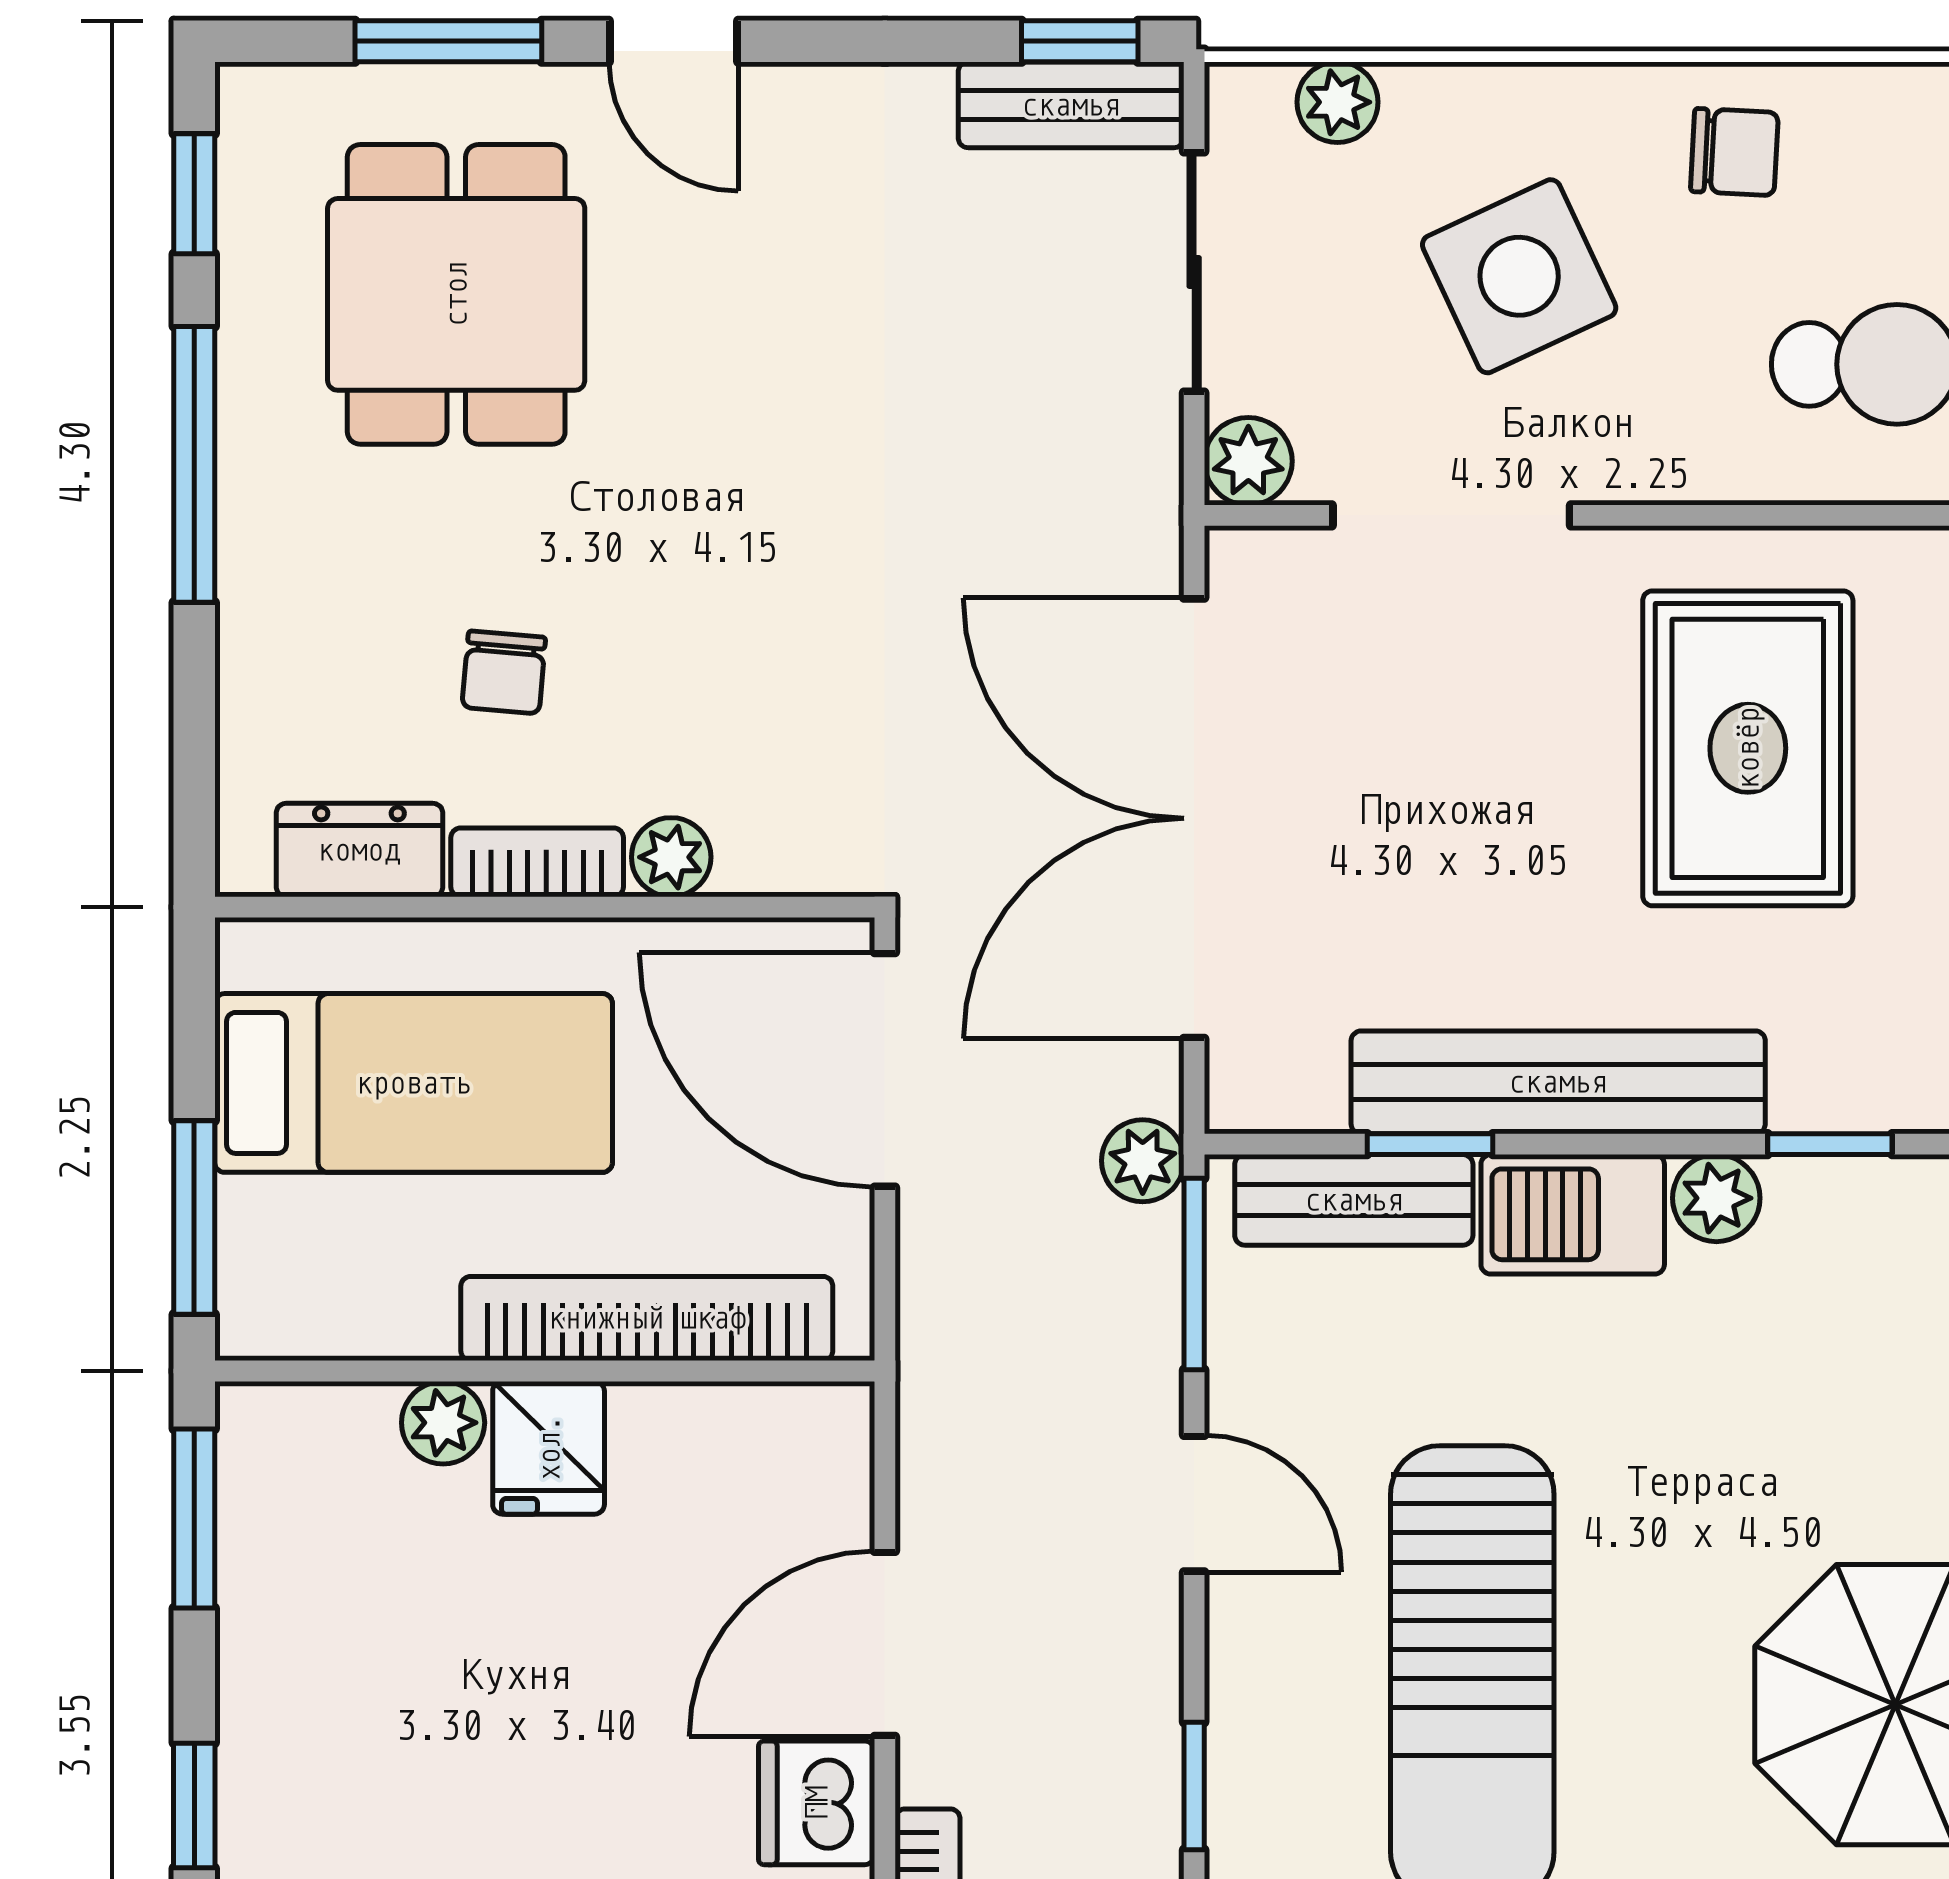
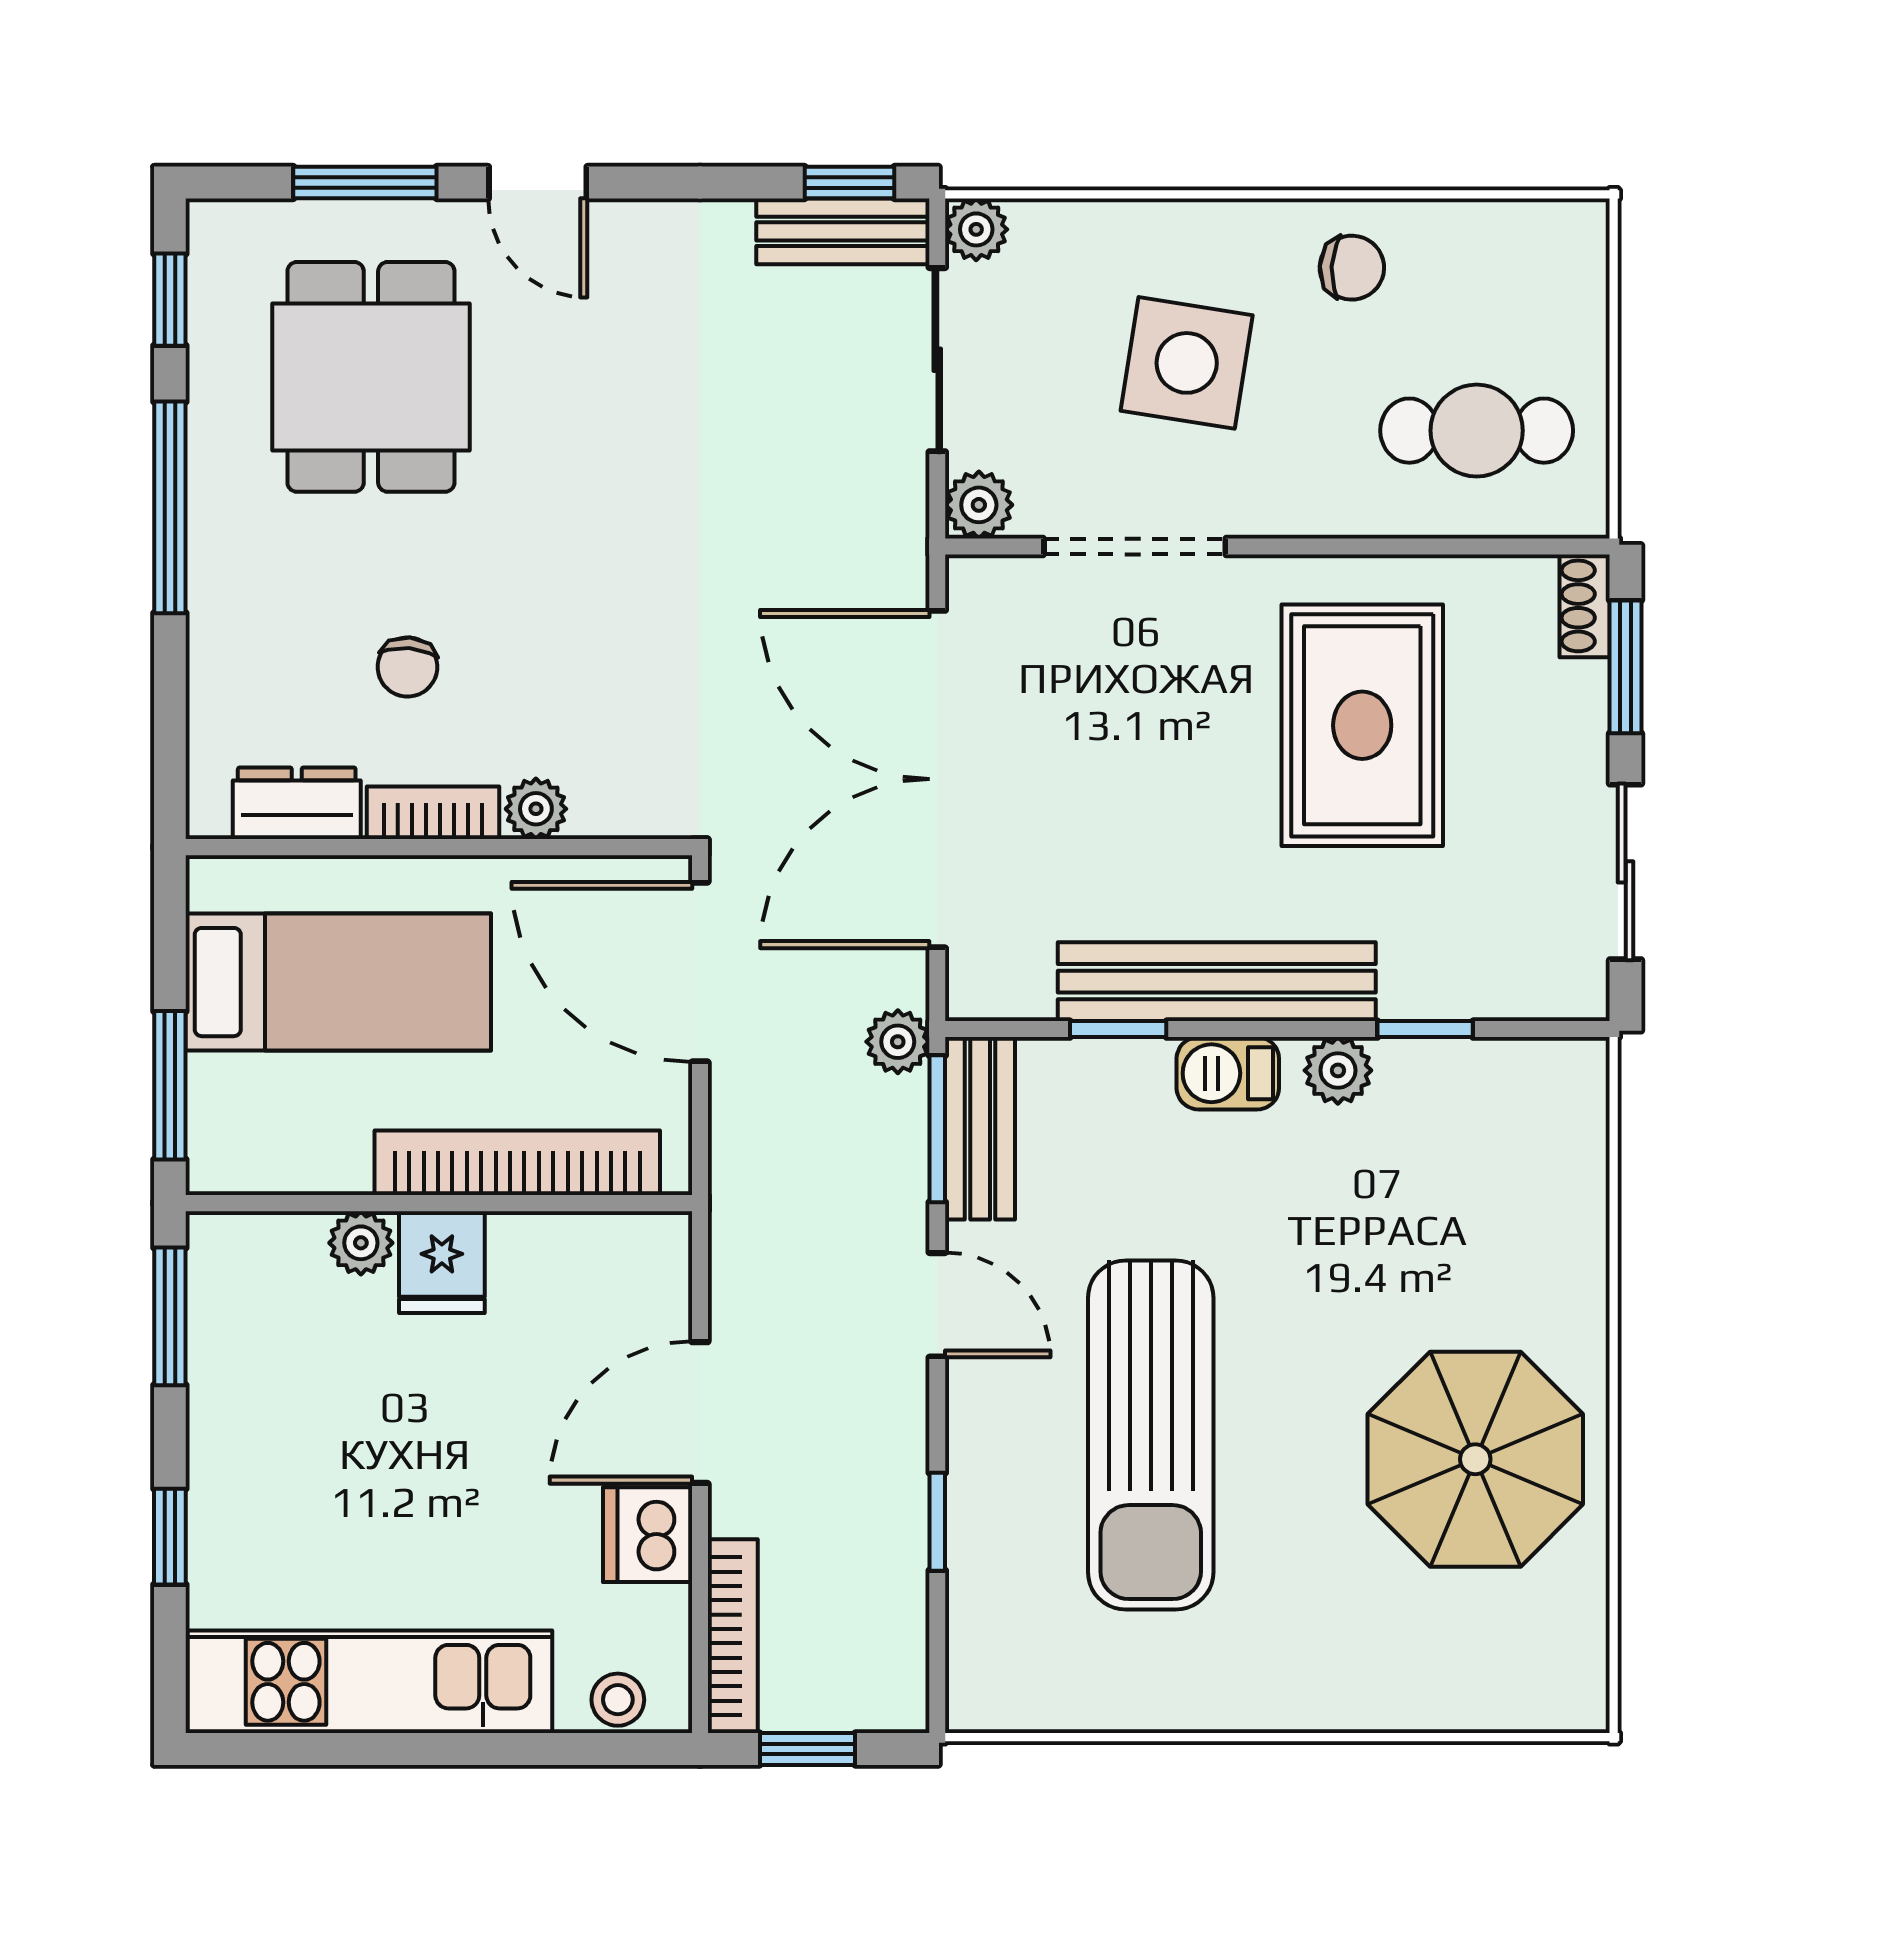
plant: (1337, 102) -> (976, 229), moved
side table: (1519, 276) -> (1187, 363), turned 34
bench: (1354, 1200) -> (980, 1128), moved, turned 90
barbecue: (1573, 1214) -> (1228, 1073), width x0.73, depth x0.79

